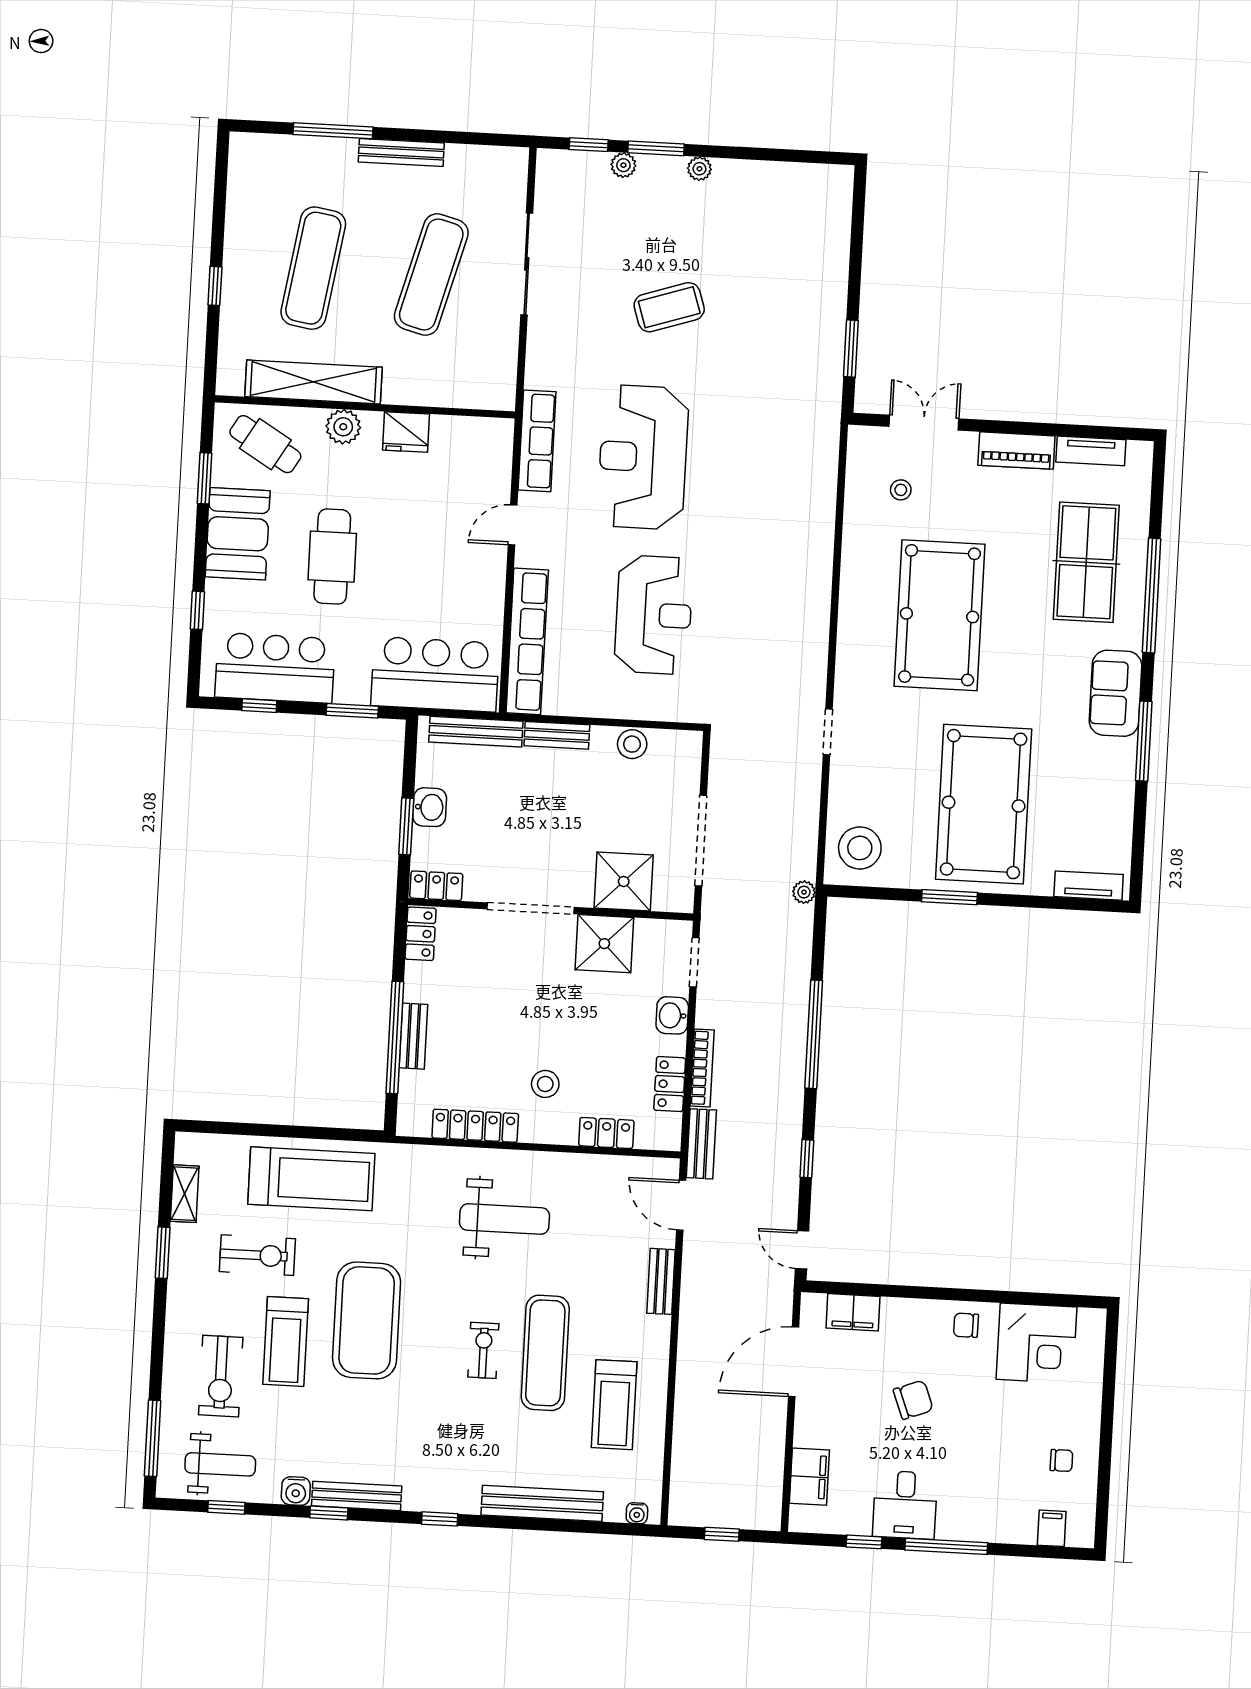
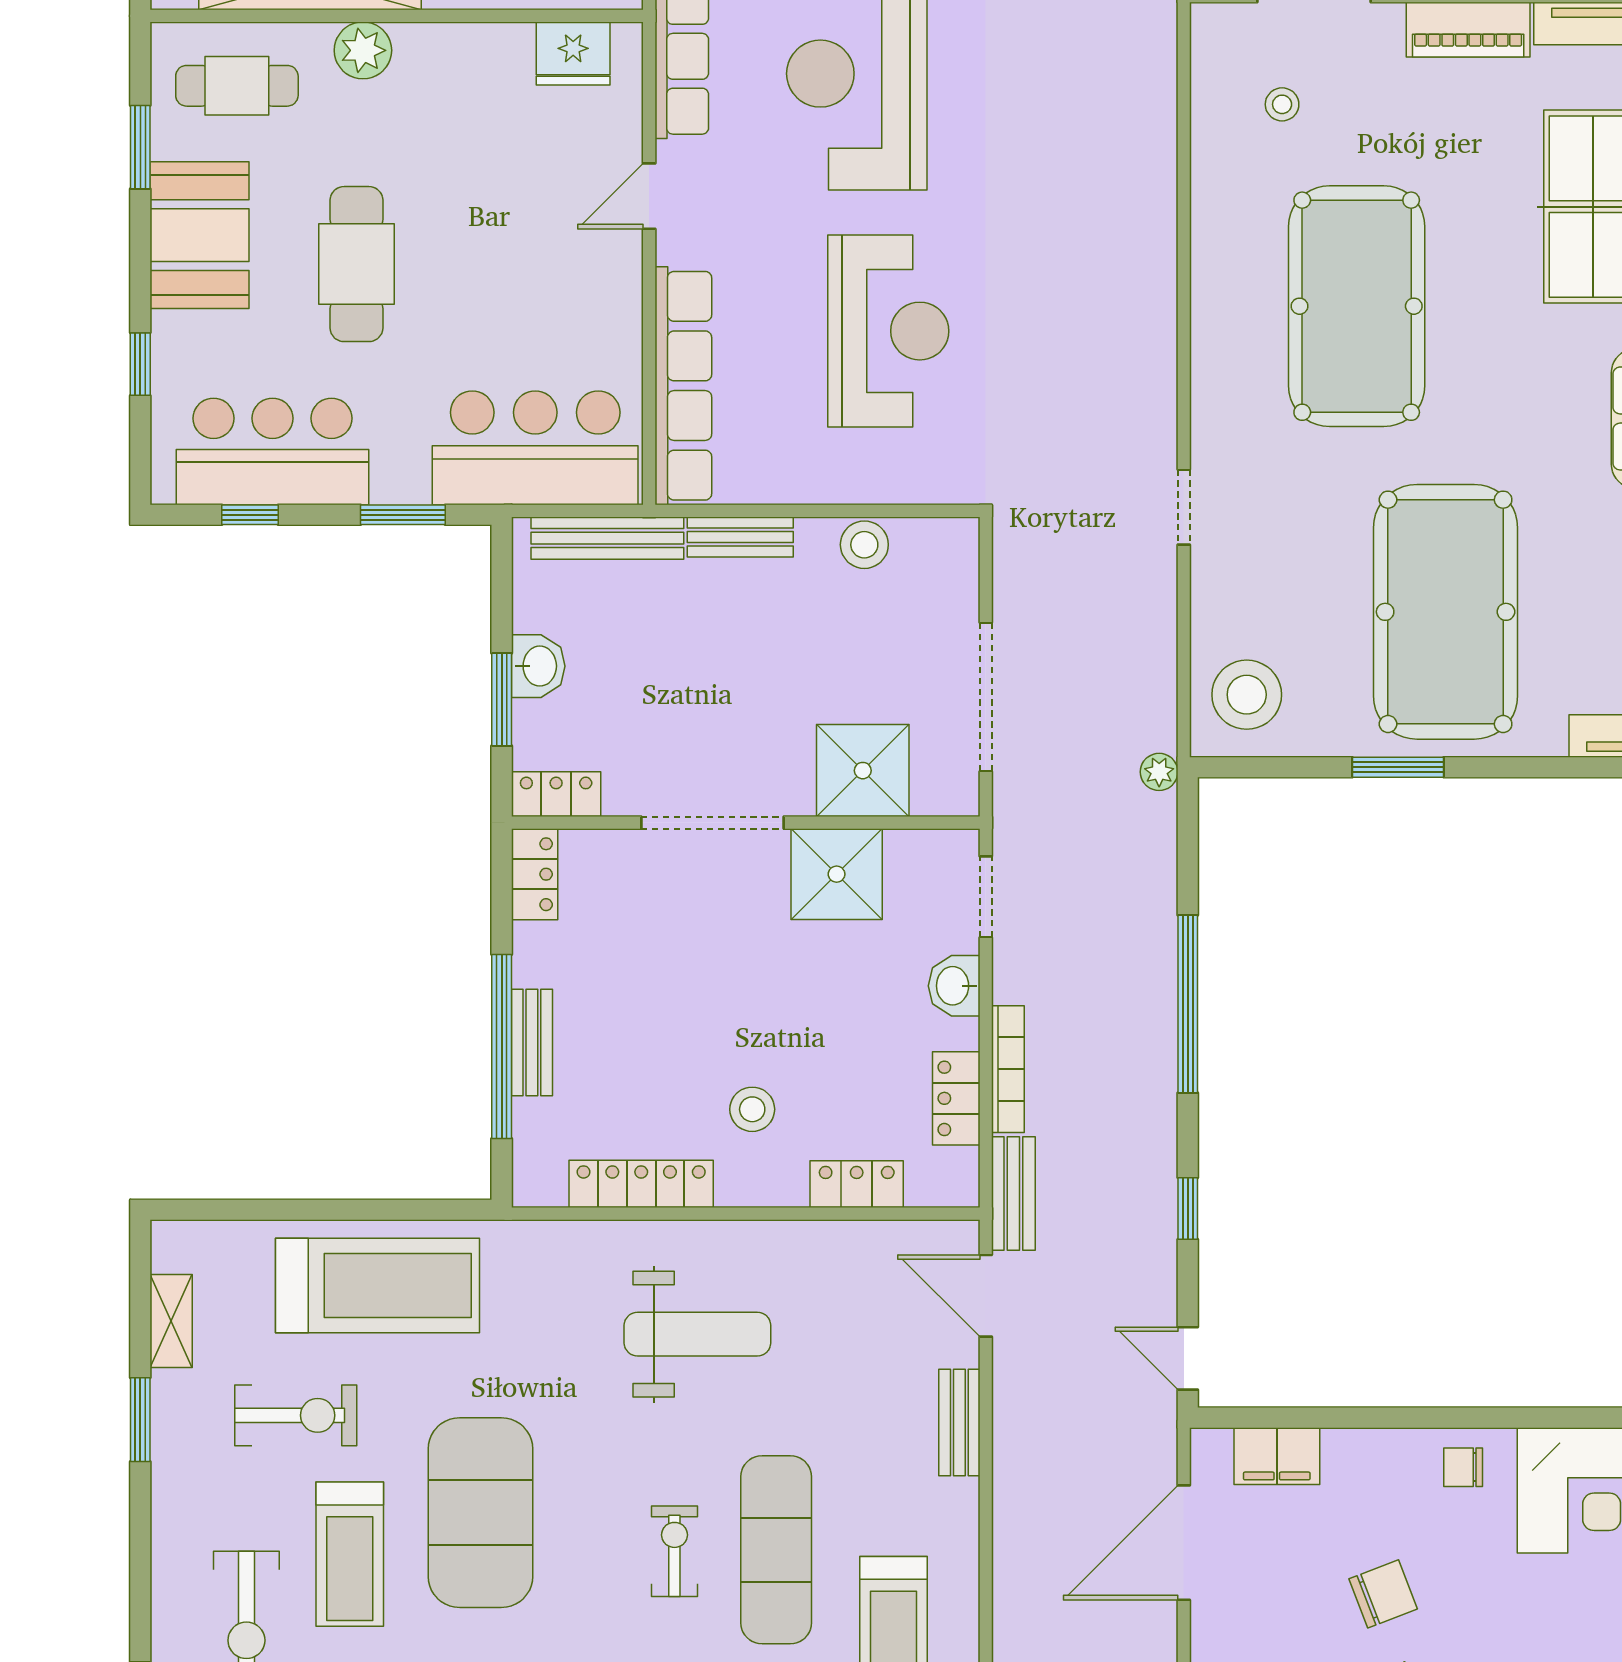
fridge: (406, 432) -> (573, 53), moved
cafe table: (265, 444) -> (237, 86), turned -31

